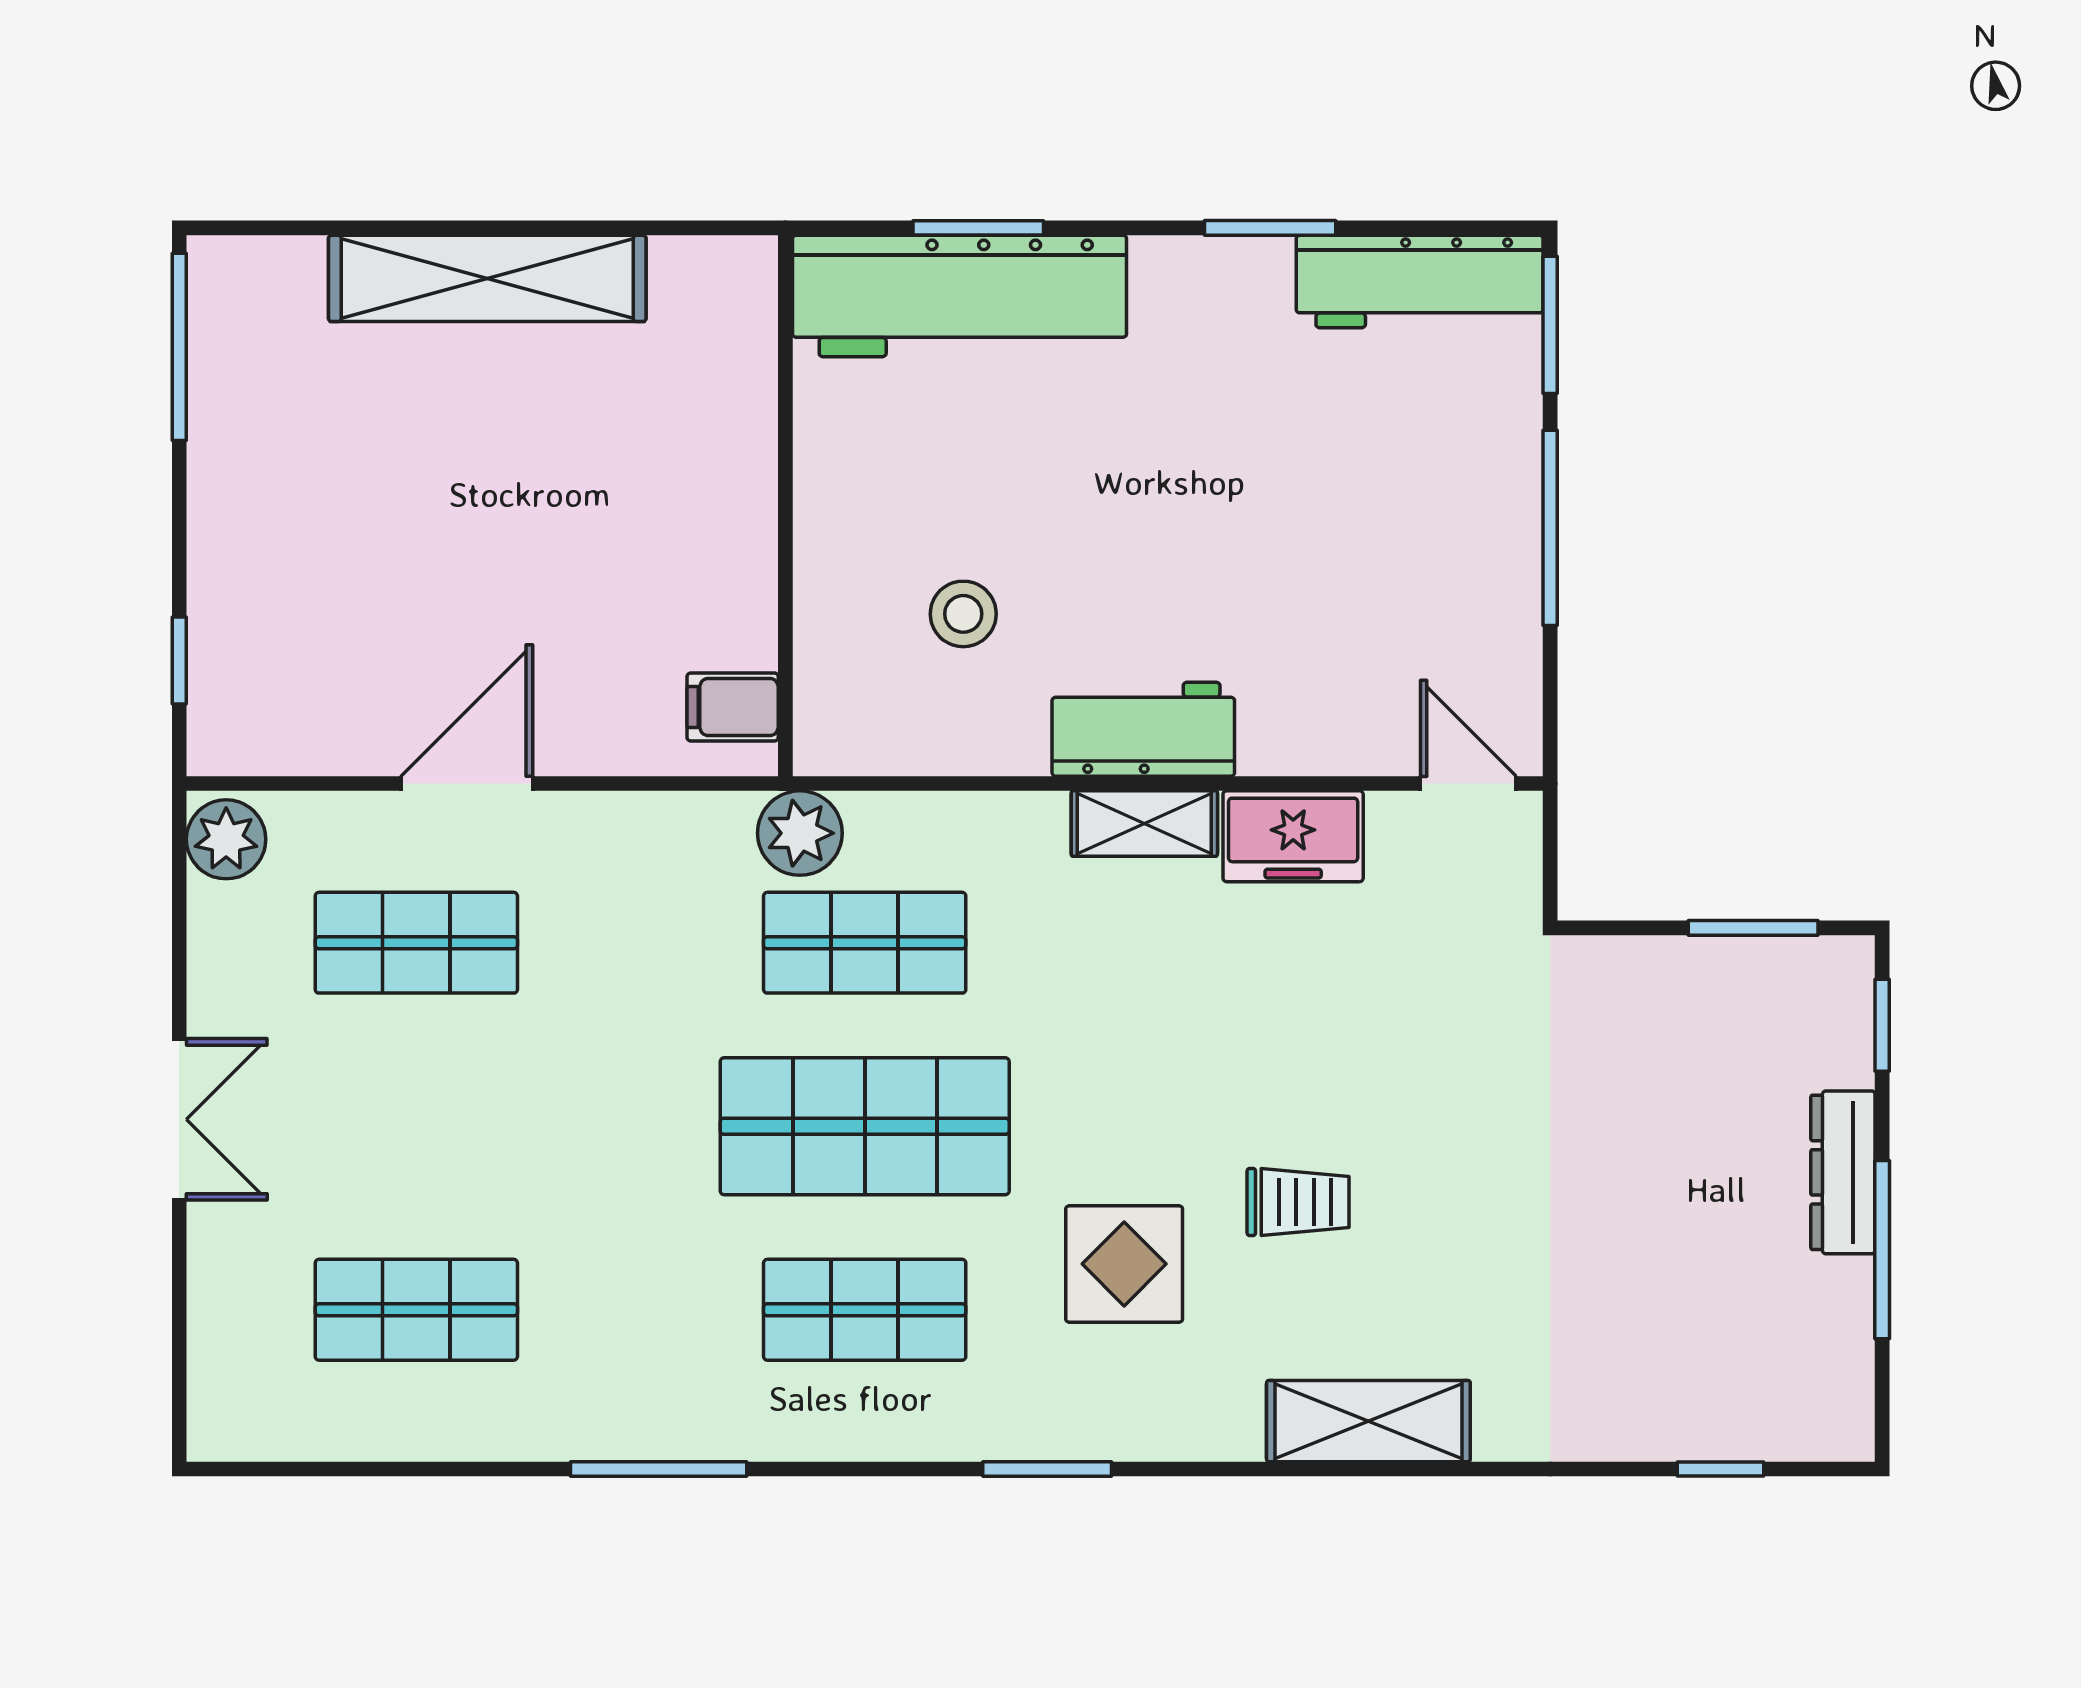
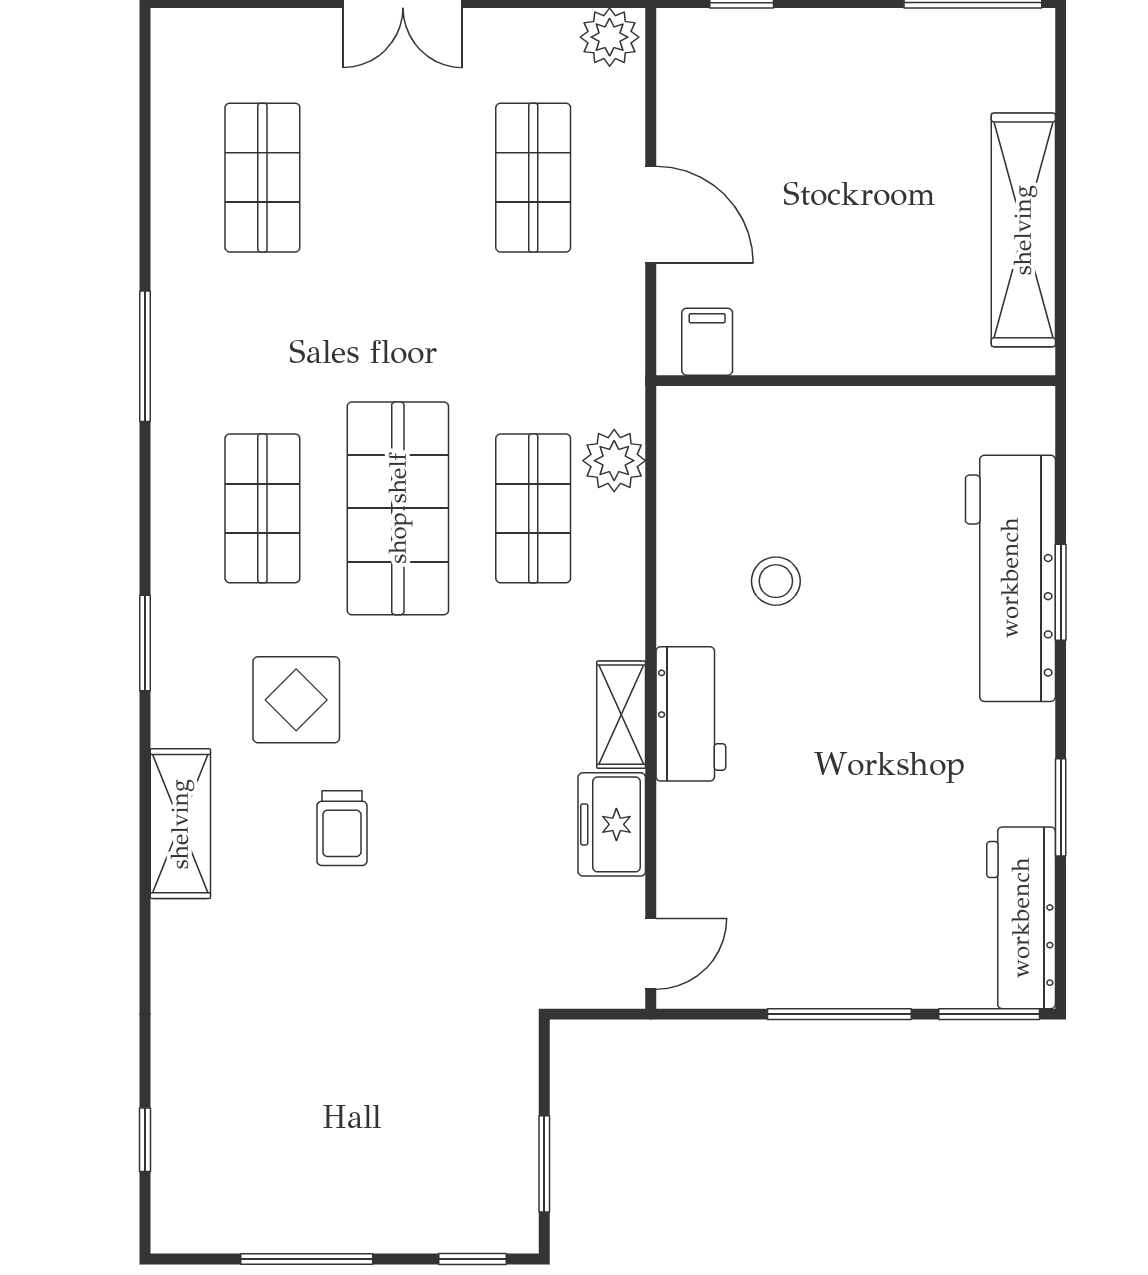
wall: (785, 506) -> (856, 381), moved
filing cabinet: (733, 707) -> (707, 342), moved
dresser: (1843, 1172) -> (364, 1230), removed
shelving: (1368, 1421) -> (180, 824), moved

